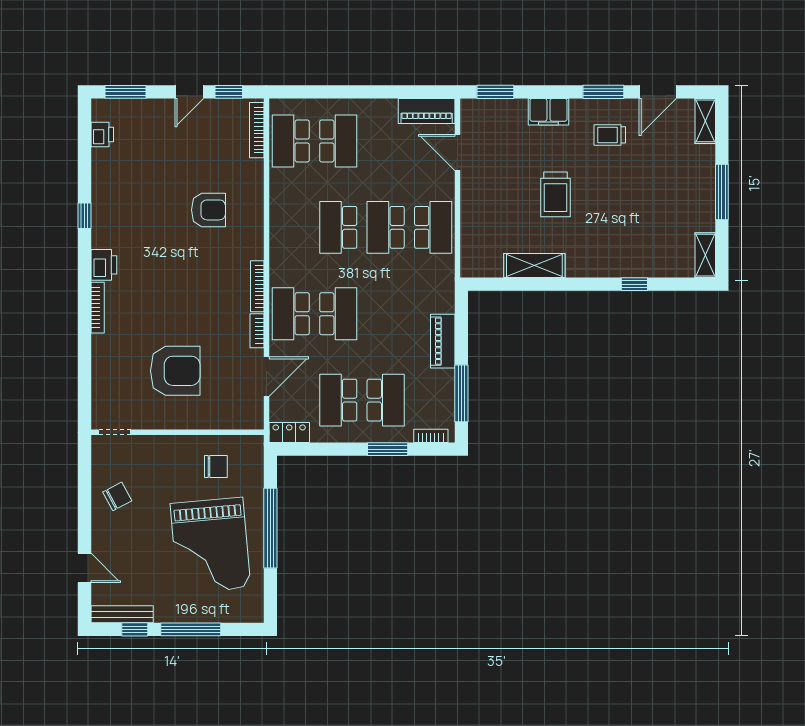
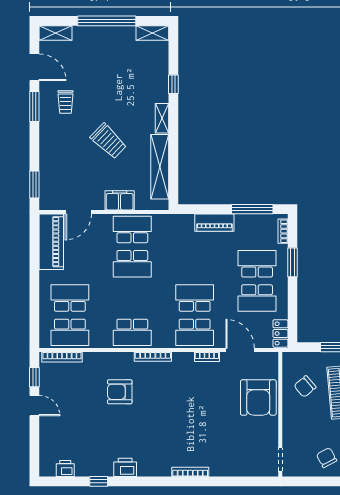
window: (125, 92) -> (34, 452), removed
piano: (427, 111) -> (51, 242), width x1.37, depth x1.33
filing cabinet: (548, 112) -> (120, 200), moved, turned -90
window: (722, 192) -> (107, 21), width x1.46
trolley: (555, 194) -> (108, 141), turned 44
armchair: (208, 210) -> (120, 392), turned -90
window: (84, 216) -> (99, 481), moved
school desk: (338, 227) -> (132, 332), moved
printer: (104, 265) -> (125, 467), moved
shelving: (534, 265) -> (160, 167), width x1.47
shelving: (587, 268) -> (162, 118), added
bookcase: (257, 286) -> (153, 357), moved
armchair: (175, 371) -> (258, 398), moved, turned 180
chair: (216, 467) -> (305, 386), turned -130

